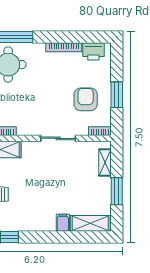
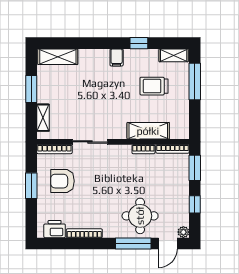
armchair: (86, 99) -> (62, 181), turned 90
bookcase: (100, 131) -> (54, 149), width x1.56
filing cabinet: (63, 223) -> (117, 57), moved

